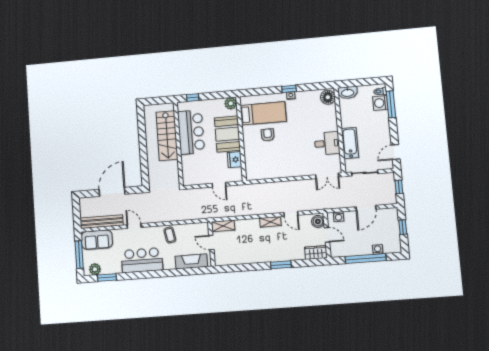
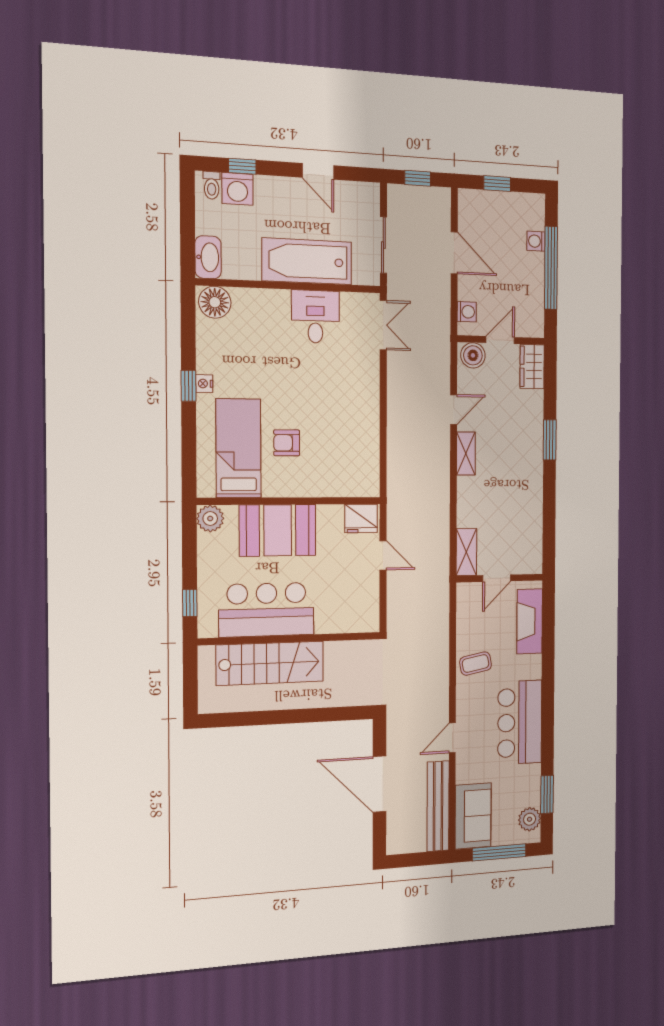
window: (391, 104) -> (242, 166), width x0.46
bathtub: (350, 143) -> (307, 261), width x1.36, depth x1.36
door: (396, 152) -> (318, 171), moved
fridge: (235, 160) -> (361, 518), moved
door: (219, 185) -> (383, 555), hinge flipped

